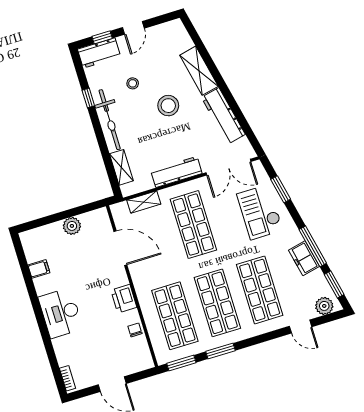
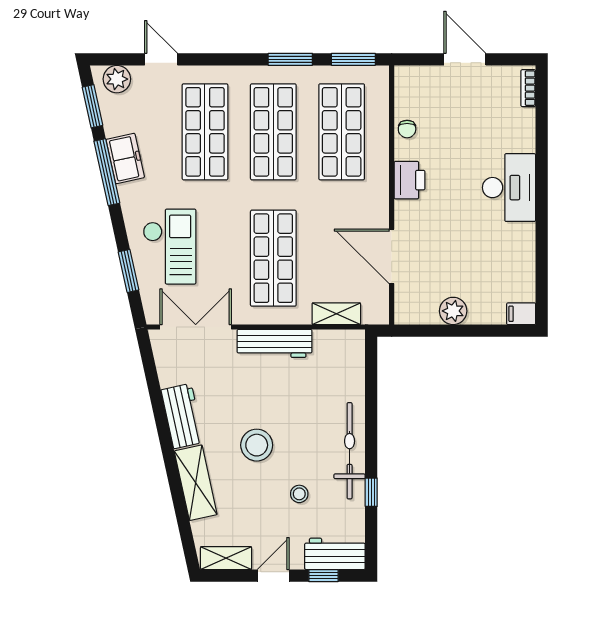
workbench: (223, 116) -> (182, 416), width x0.73
shelving: (121, 167) -> (226, 558), moved, turned 90
filing cabinet: (39, 269) -> (521, 314), moved

